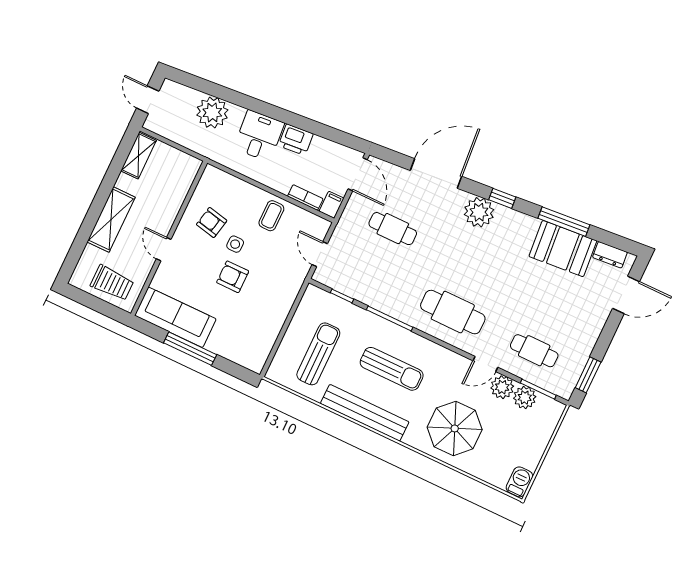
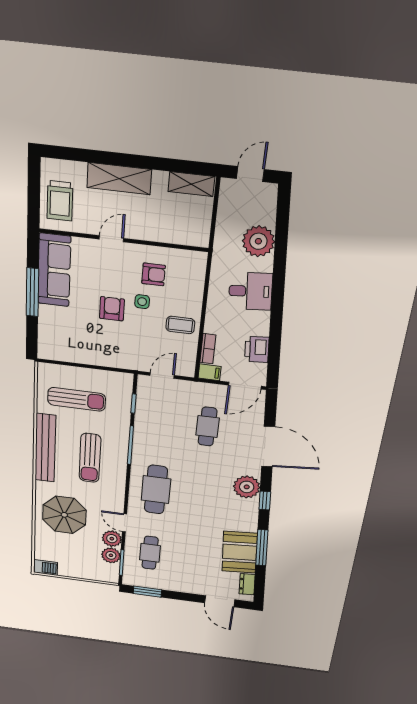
printer: (296, 140) -> (257, 349), moved
armchair: (212, 223) -> (154, 274), turned 78

